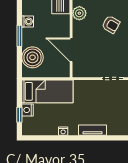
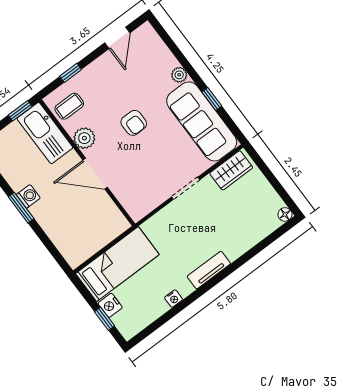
armchair: (111, 24) -> (134, 123), turned 60
window: (19, 36) -> (21, 208), moved
door: (71, 50) -> (95, 174), moved
boiler: (33, 57) -> (68, 236), removed

